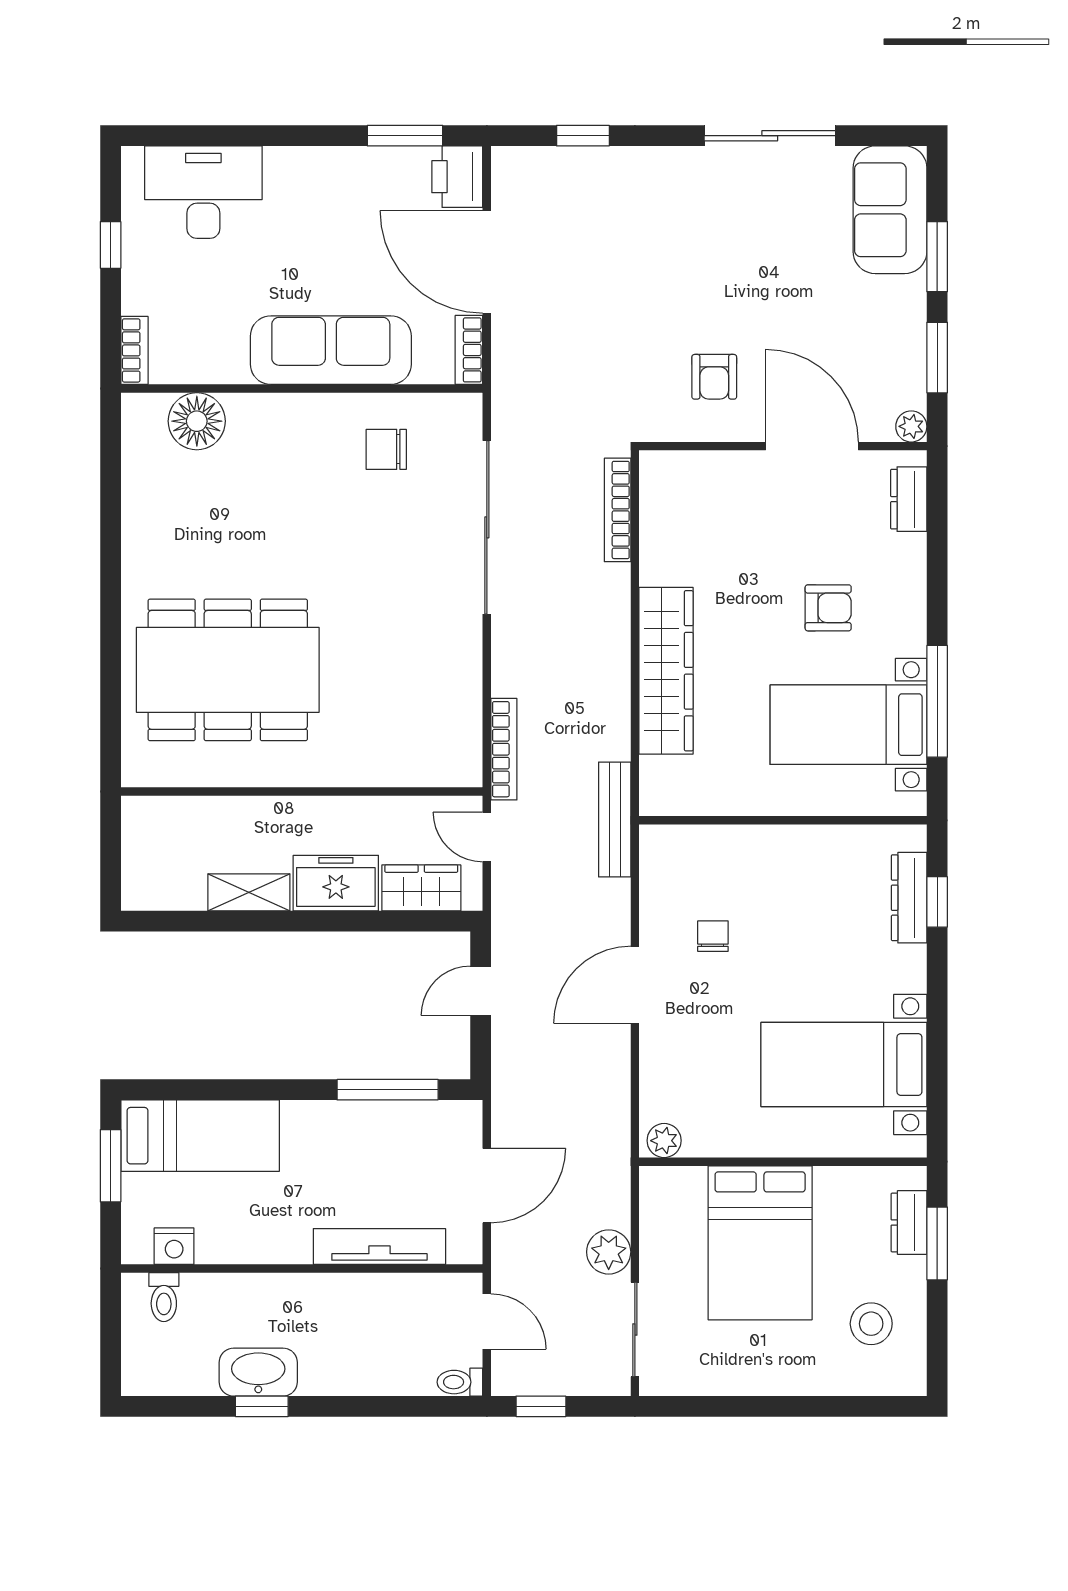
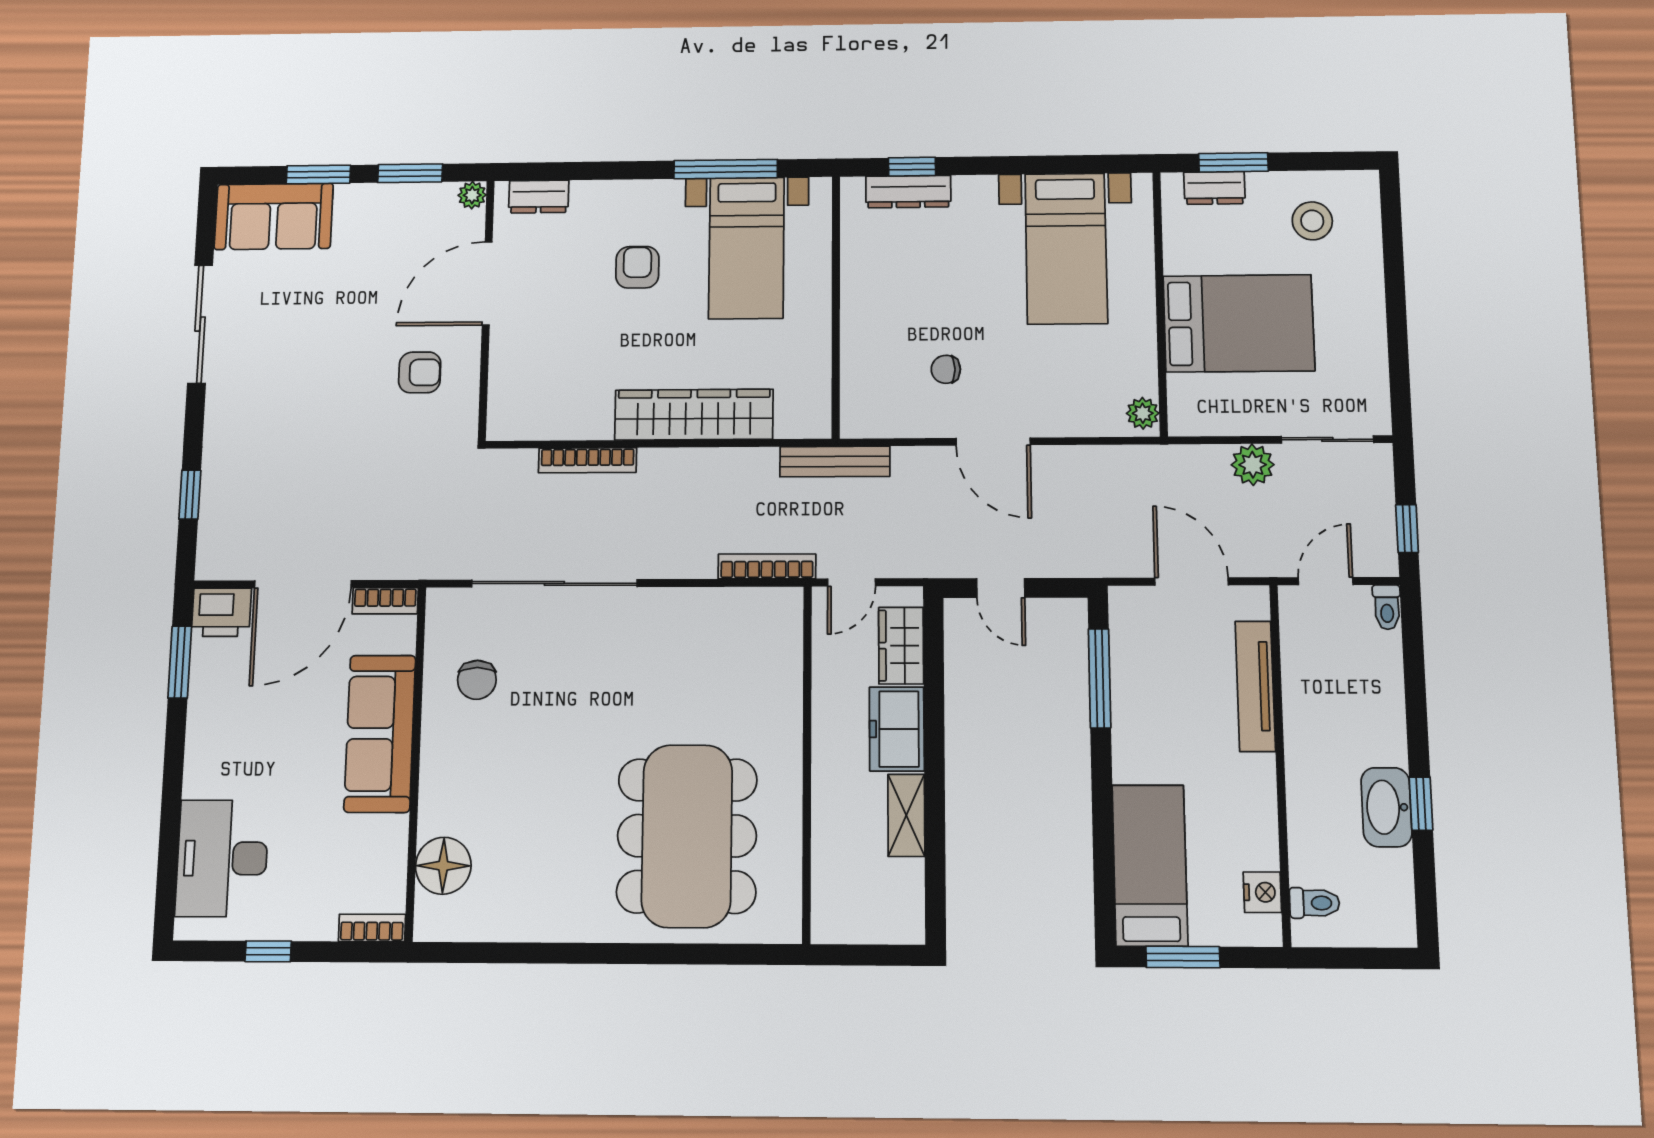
bookcase: (618, 510) -> (587, 460), moved

